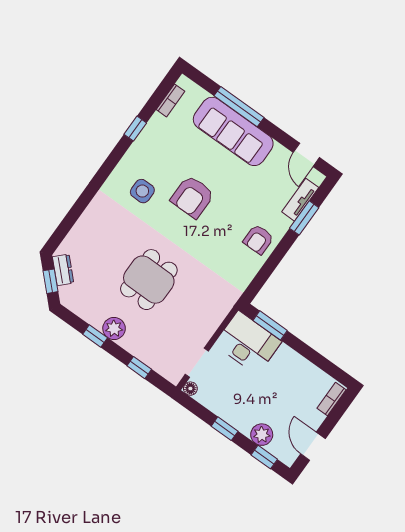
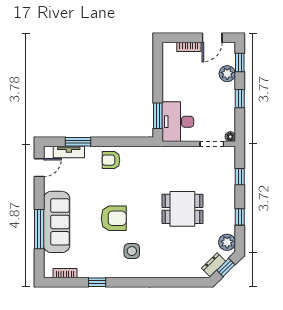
armchair: (258, 239) -> (111, 160), turned 180
plant: (114, 329) -> (227, 242), moved
bookcase: (331, 399) -> (189, 47), moved

